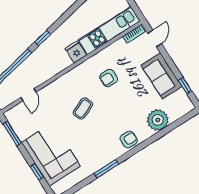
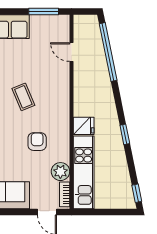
window: (43, 38) -> (125, 134), moved
plant: (119, 47) -> (60, 172), added

